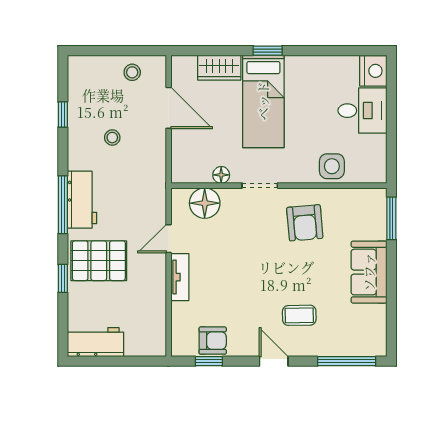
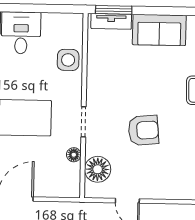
armchair: (305, 223) -> (143, 130), moved
tv unit: (180, 277) -> (111, 21), moved, turned 180

